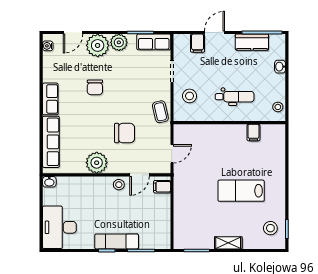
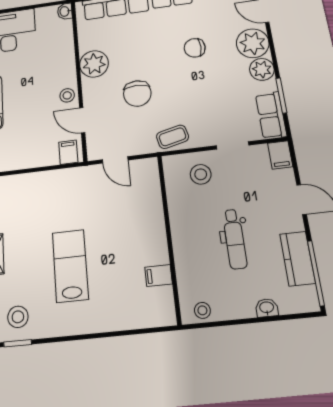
filing cabinet: (198, 43) -> (280, 155), moved, turned -90
dental chair: (235, 97) -> (235, 239), moved

